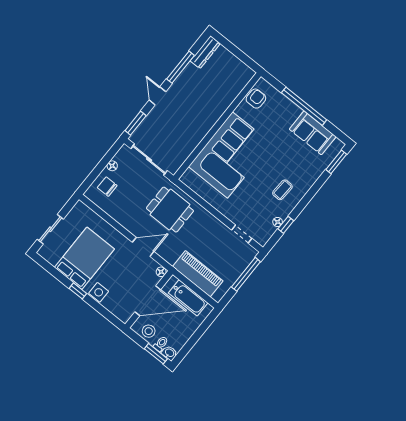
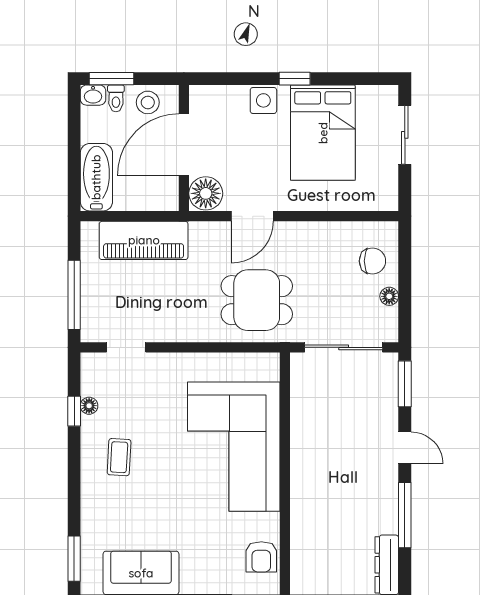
floor lamp: (161, 272) -> (206, 193), width x1.89, depth x1.89
bathtub: (188, 298) -> (96, 177), moved, turned 90

